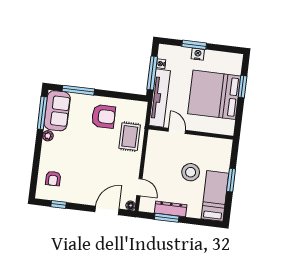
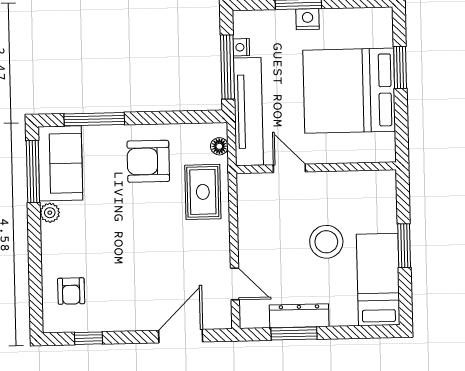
armchair: (103, 116) -> (148, 161), turned 180
floor lamp: (131, 205) -> (219, 146), moved

